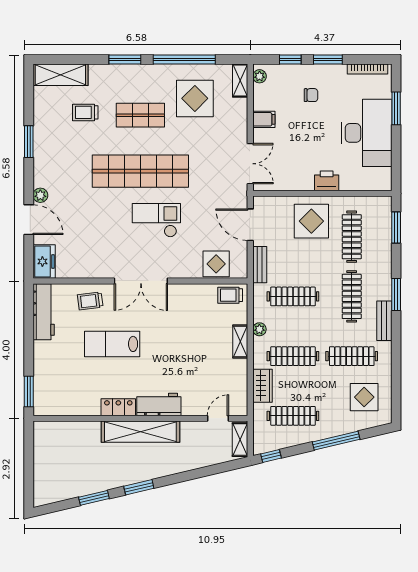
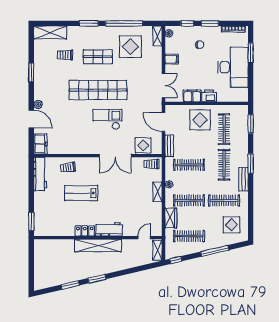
filing cabinet: (298, 181) -> (192, 96), added
double door: (141, 281) -> (115, 156), moved

